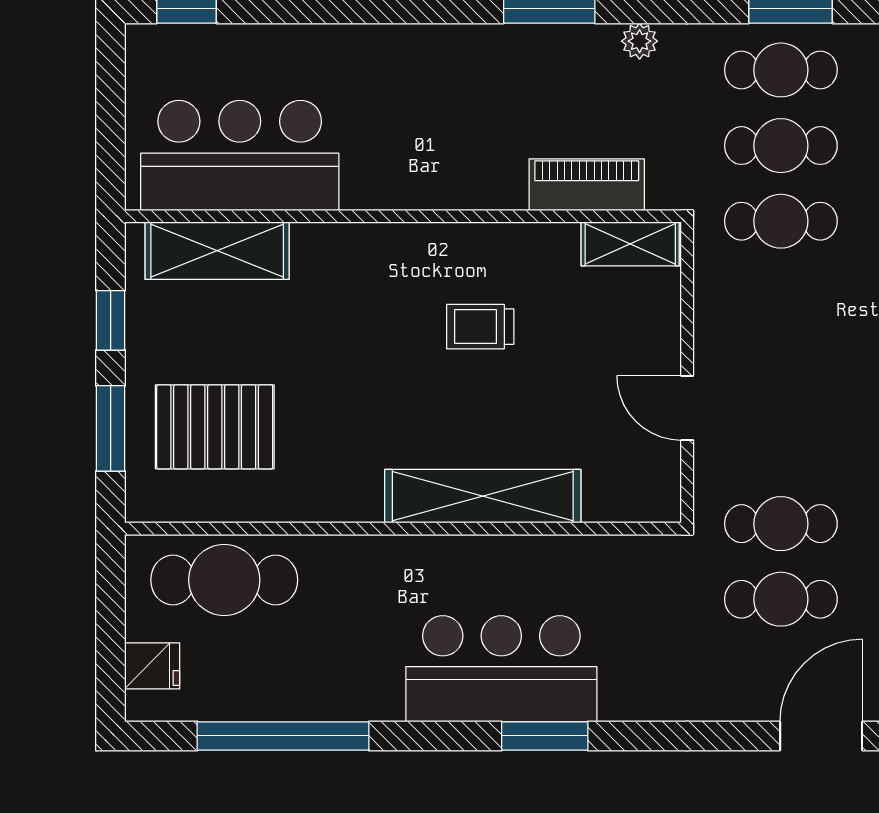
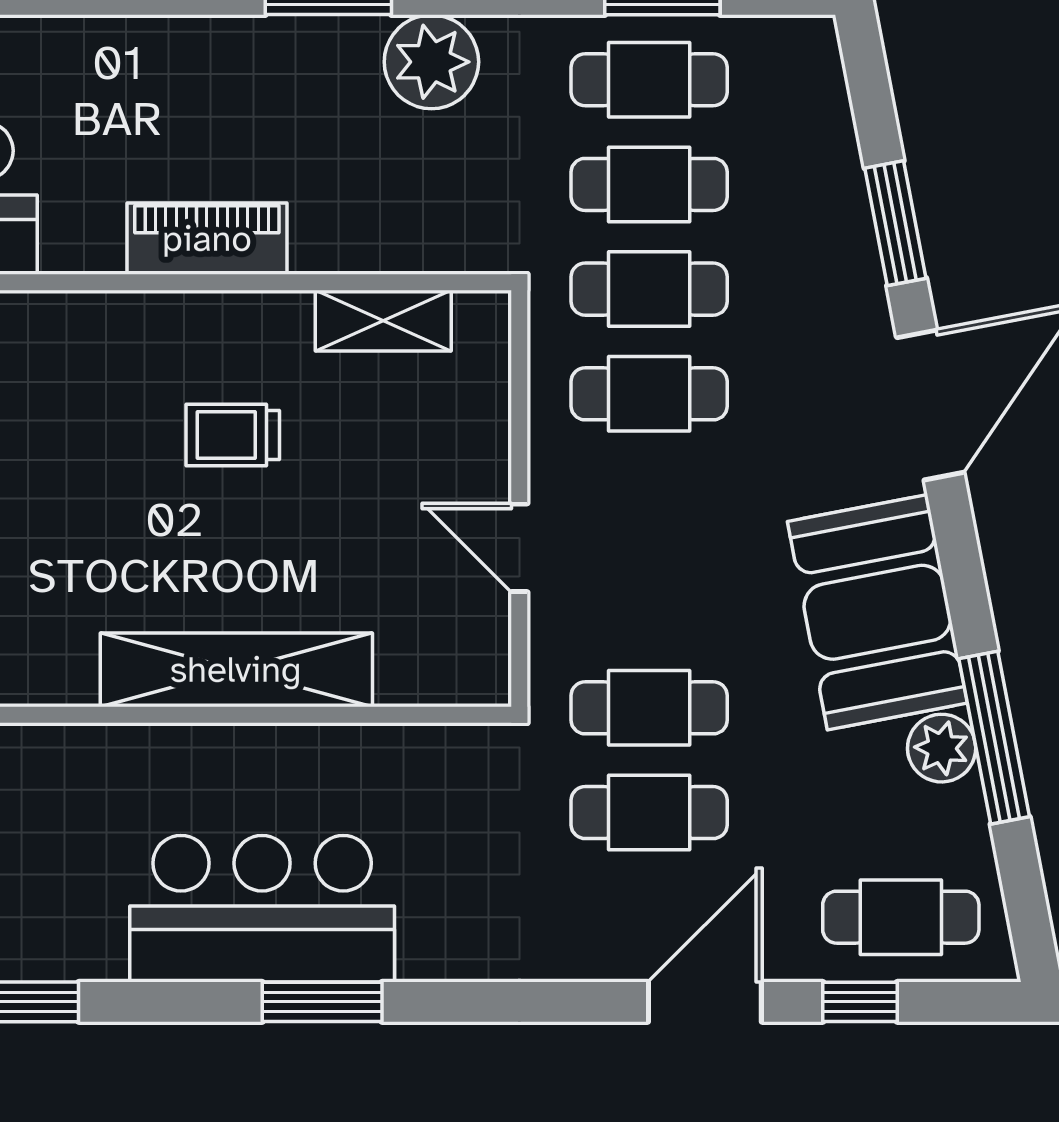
plant: (640, 41) -> (431, 62), width x1.88, depth x1.88
piano: (587, 185) -> (207, 239), moved
shelving: (630, 244) -> (383, 321), moved
cafe table: (781, 297) -> (649, 394), added

